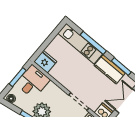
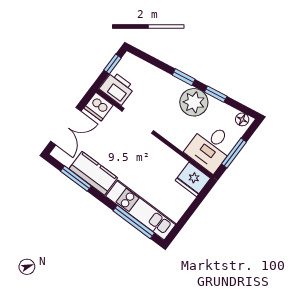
window: (93, 43) -> (134, 222), moved

